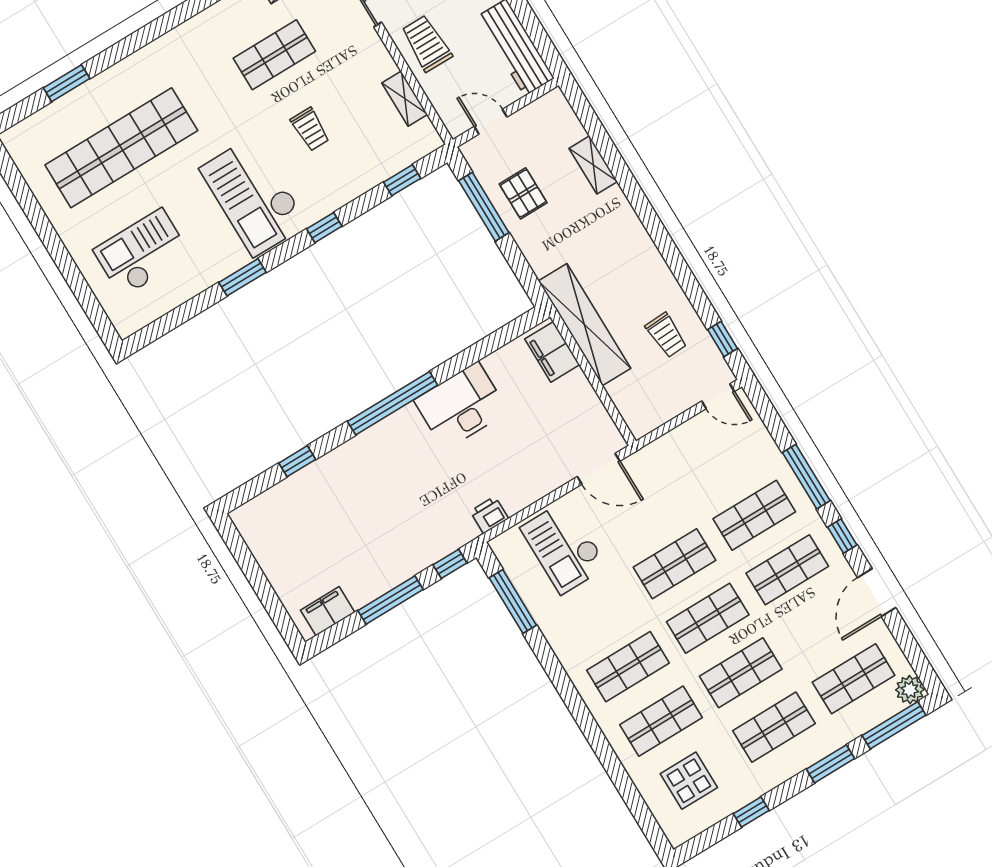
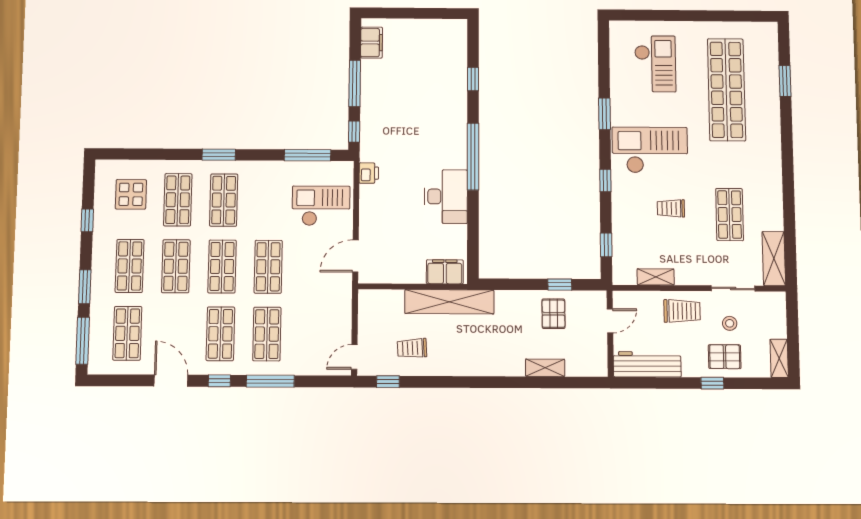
pallet: (523, 193) -> (553, 314), turned 90
window: (484, 207) -> (560, 285), width x0.46
plant: (910, 690) -> (98, 364), removed
window: (577, 707) -> (219, 155), added

